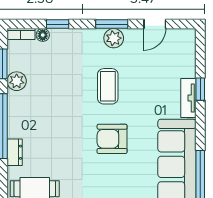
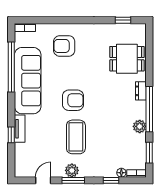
plant: (17, 81) -> (140, 126), moved
coffee table: (108, 86) -> (76, 137), width x1.36, depth x1.32

